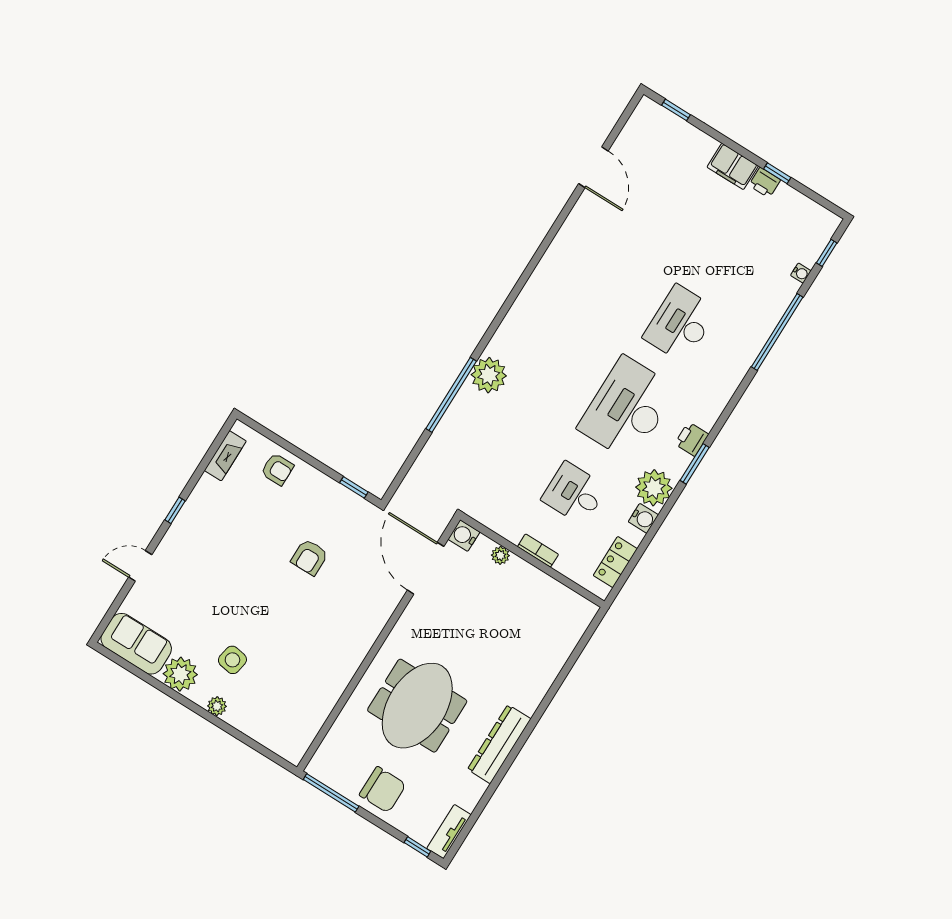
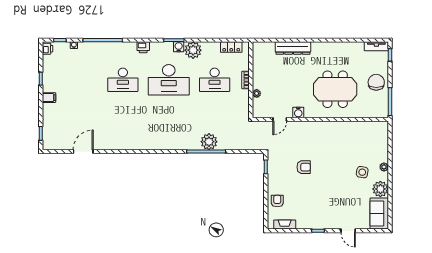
filing cabinet: (733, 166) -> (49, 98), width x0.50
printer: (765, 183) -> (48, 49), moved
plant: (489, 375) -> (209, 142), moved
printer: (692, 439) -> (143, 47), moved
desk: (574, 493) -> (215, 80), width x1.37
water cooler: (643, 518) -> (179, 47), moved
water cooler: (464, 536) -> (298, 112), moved
door: (426, 568) -> (280, 119), width x0.53
dresser: (499, 744) -> (293, 48), moved

